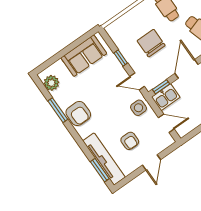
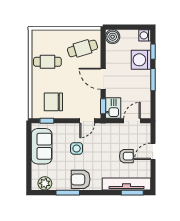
chair: (151, 43) -> (53, 102), moved
window: (121, 58) -> (47, 121), moved
side table: (138, 108) -> (77, 148), moved
armchair: (78, 114) -> (81, 179), turned 180
door: (151, 162) -> (153, 151), swing flipped

